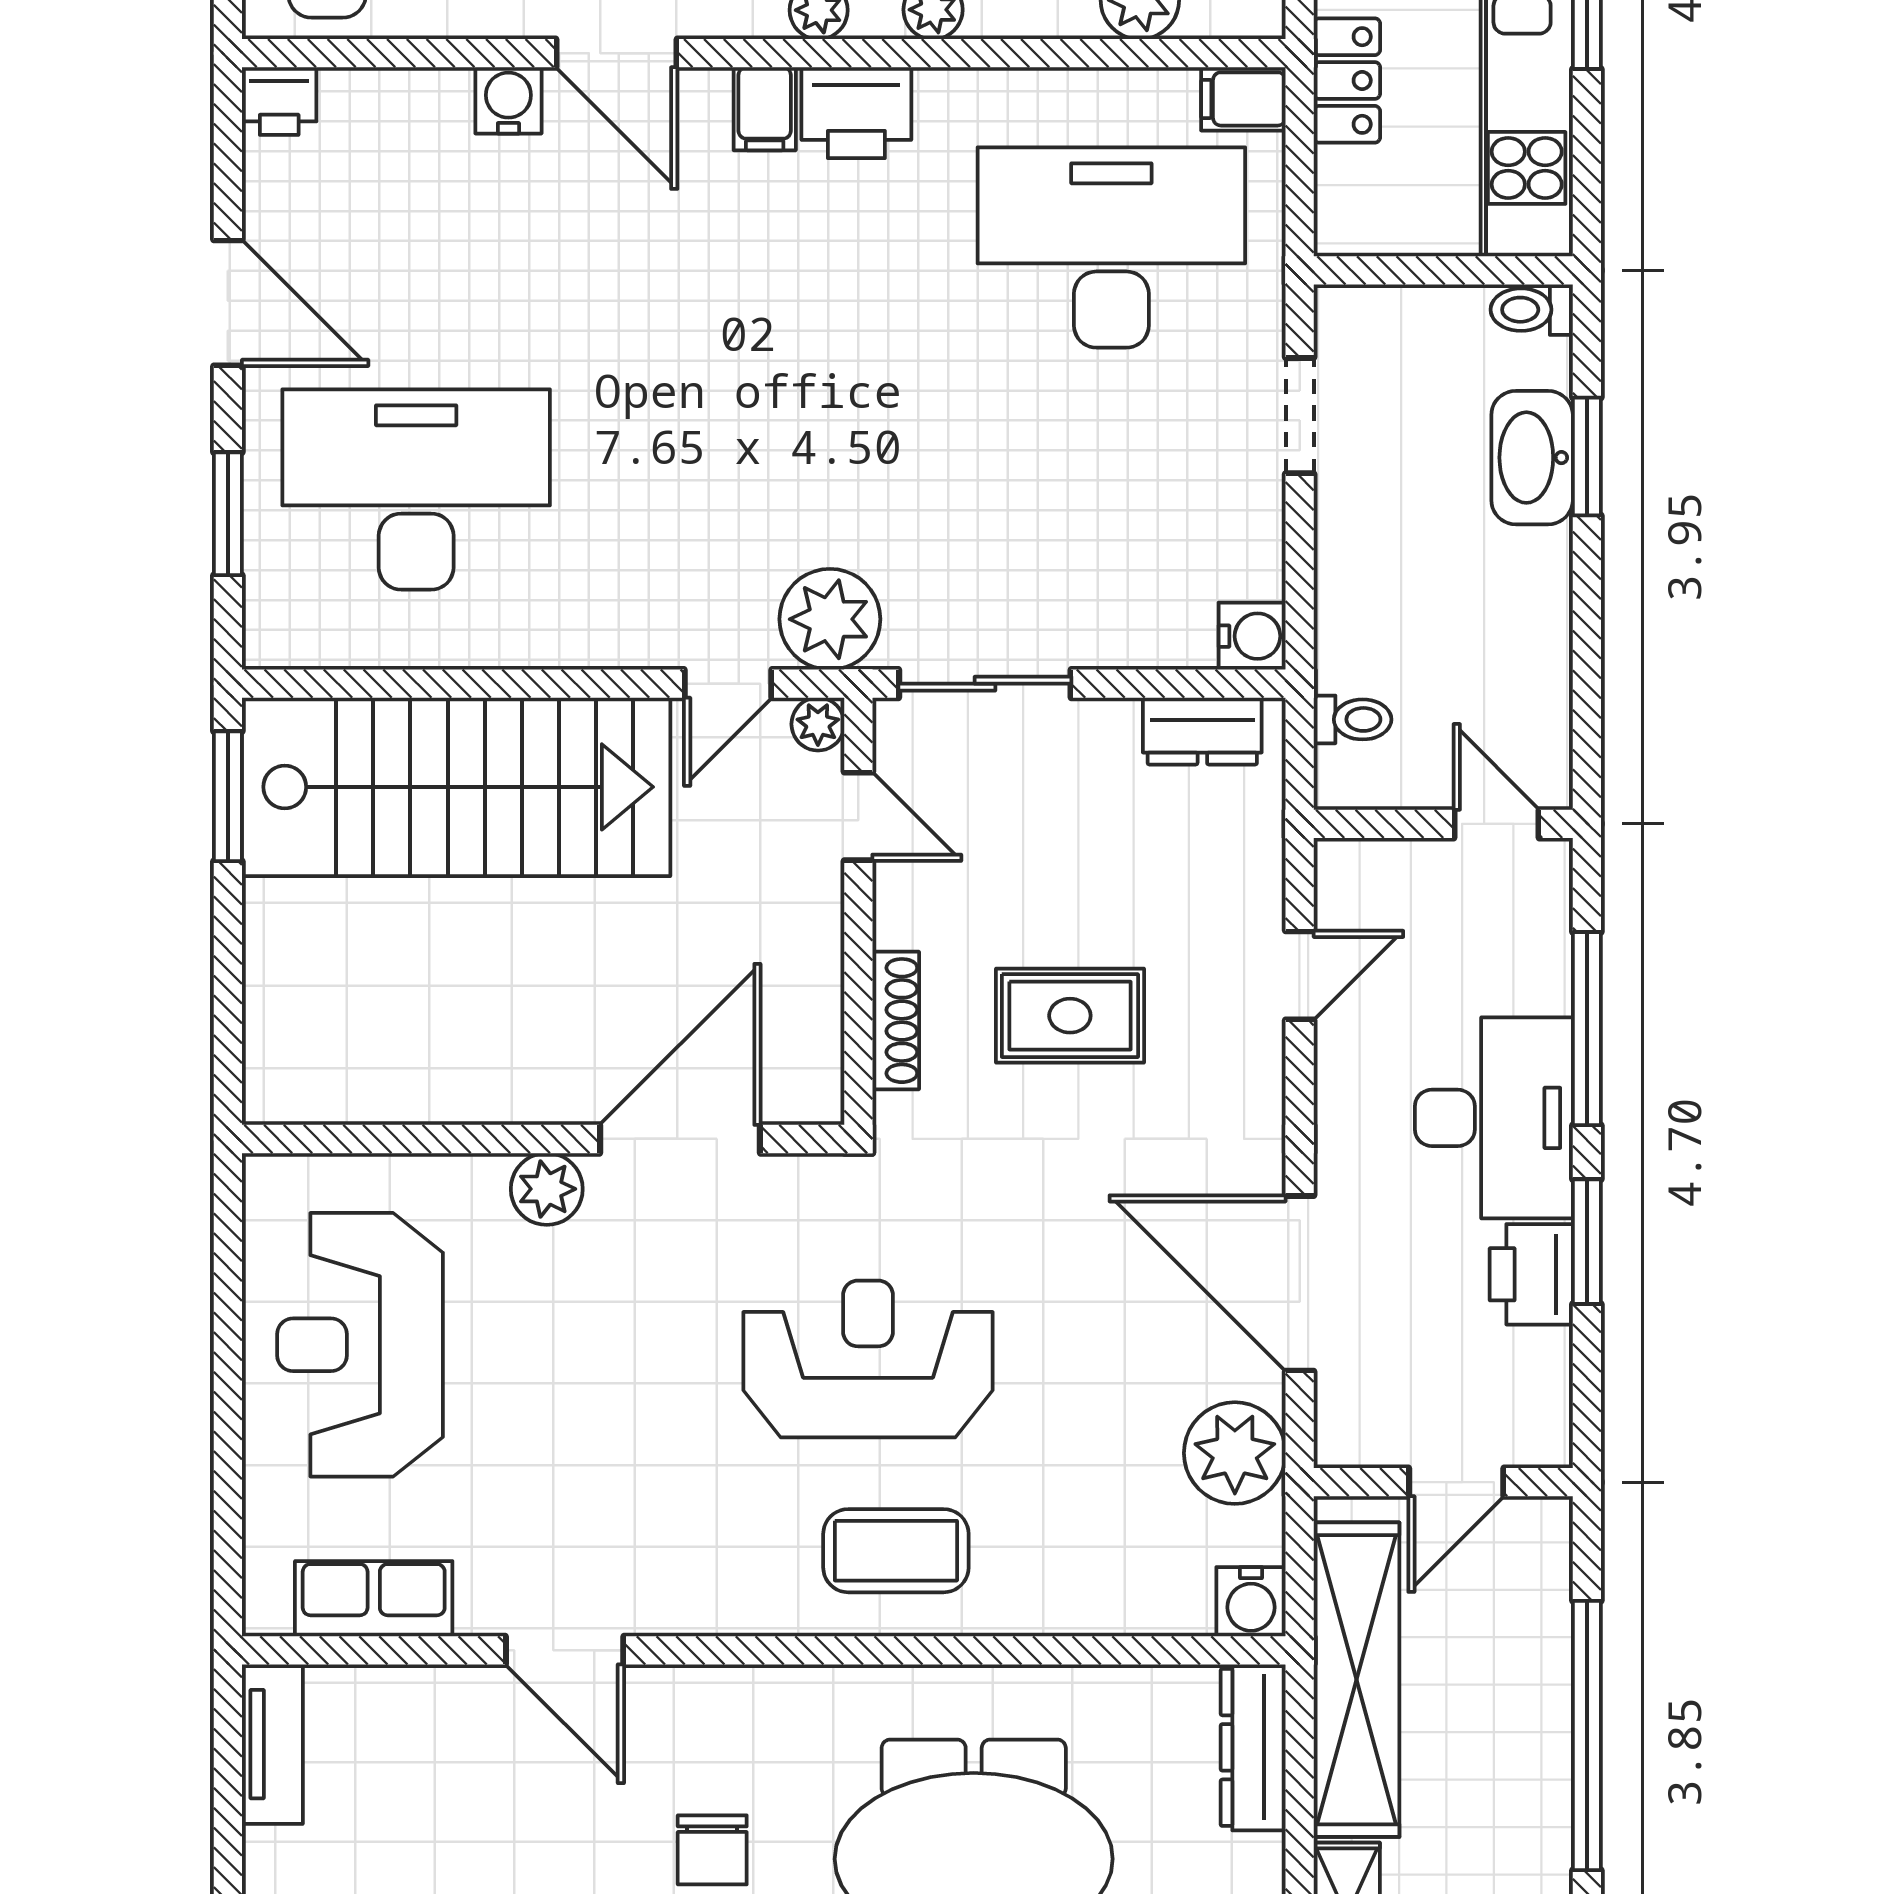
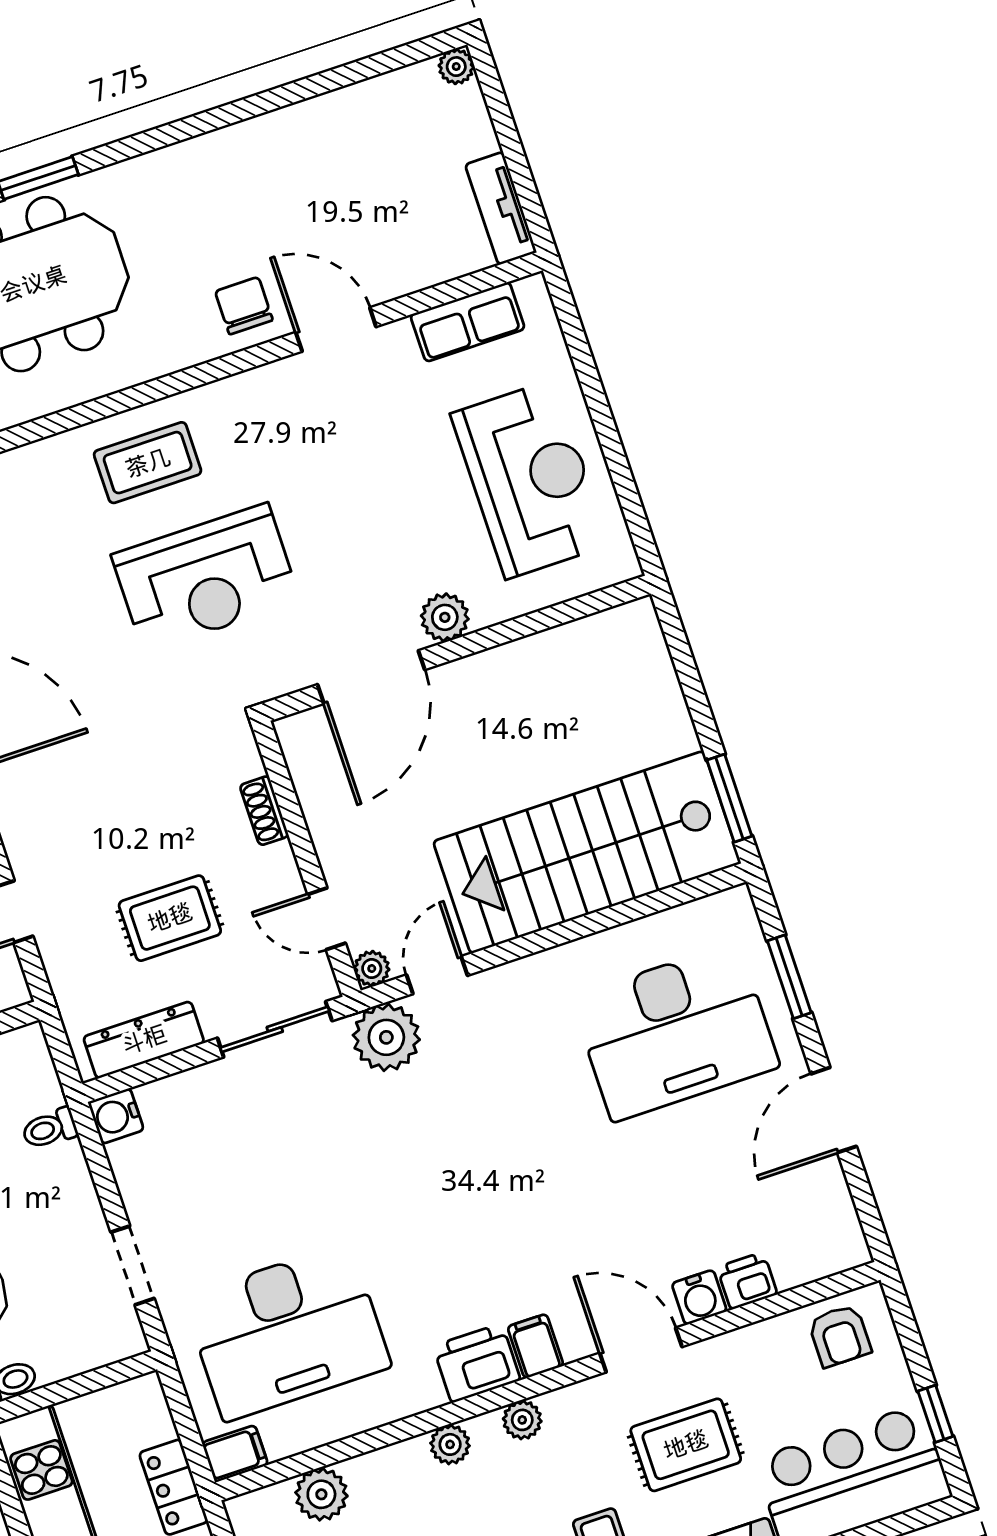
printer: (279, 101) -> (747, 1281), moved
door: (228, 303) -> (834, 1110), hinge flipped
toilet: (1353, 719) -> (50, 1129), moved
dresser: (1202, 731) -> (144, 1040), width x1.44
rug: (1070, 1016) -> (170, 918), moved
shoe rack: (896, 1021) -> (264, 811), width x0.70
chair: (712, 1850) -> (244, 306), moved

